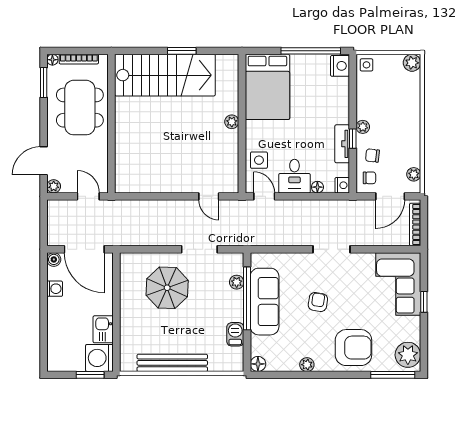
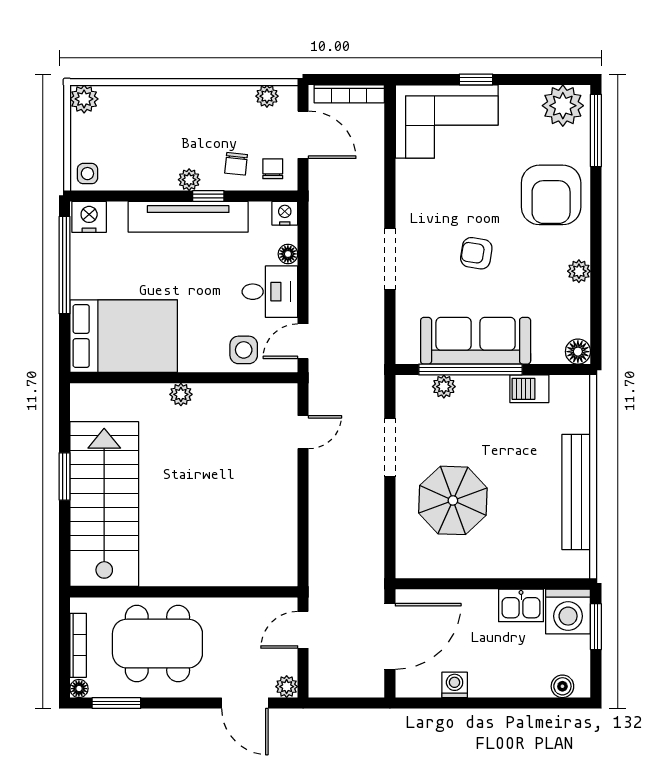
tv unit: (342, 144) -> (188, 217), width x1.92, depth x1.29
doorway: (332, 249) -> (390, 259), moved
boiler: (54, 259) -> (562, 686), moved
armchair: (353, 348) -> (551, 195), turned 180

